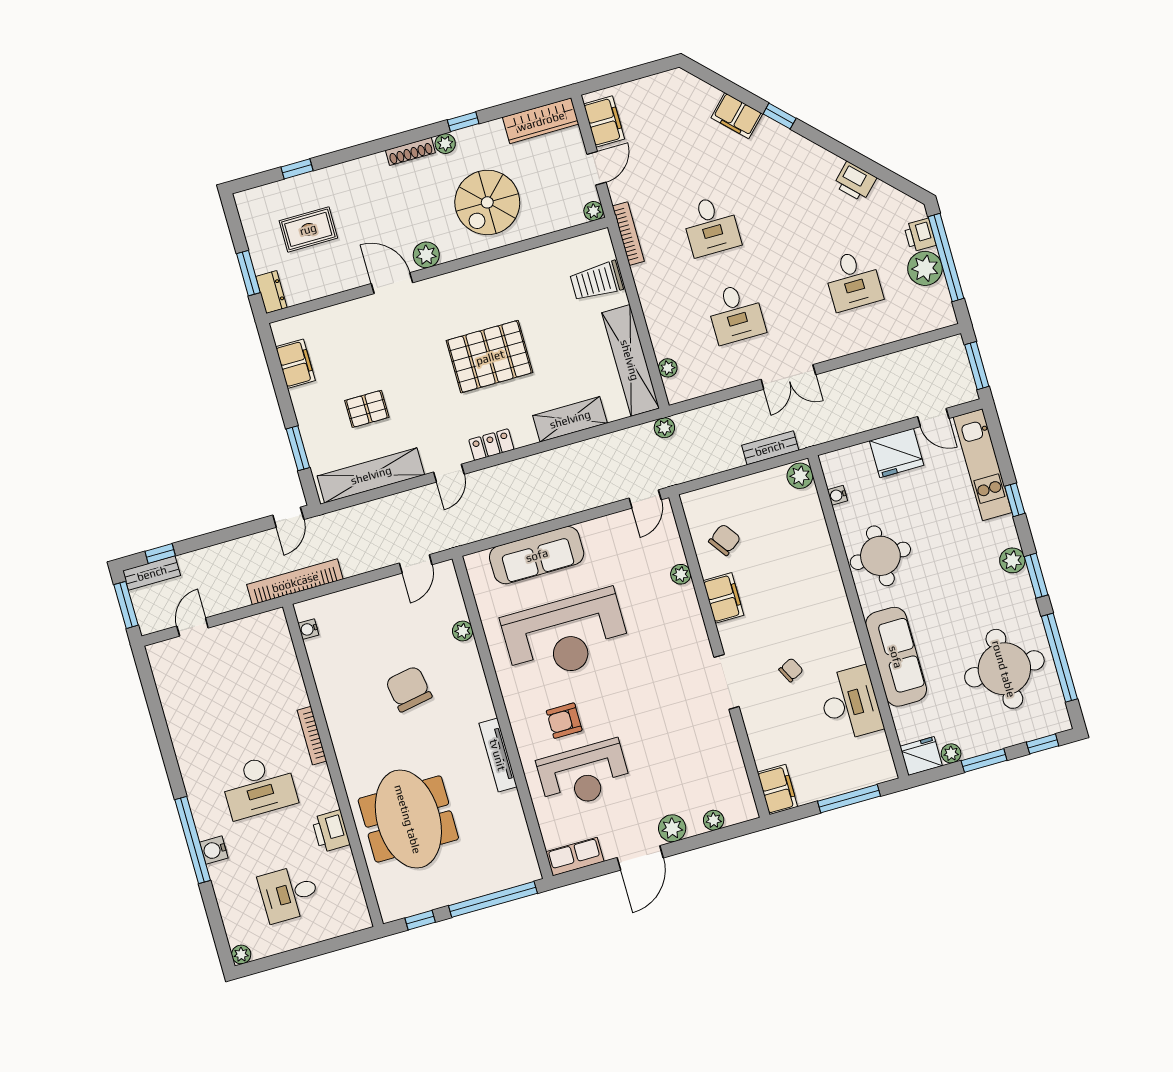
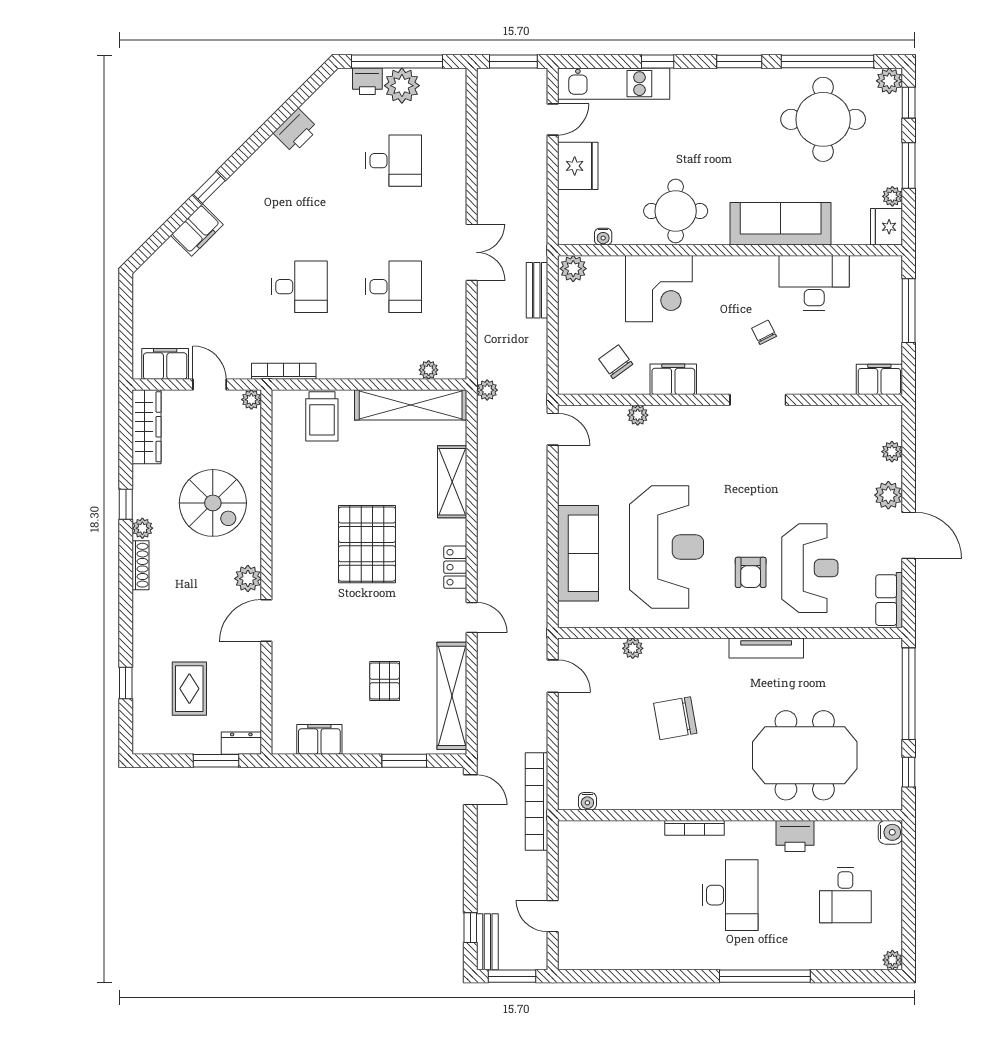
plant: (1012, 560) -> (889, 81), moved
corner desk: (804, 561) -> (659, 289), added
water cooler: (214, 850) -> (890, 832), moved, turned -90

